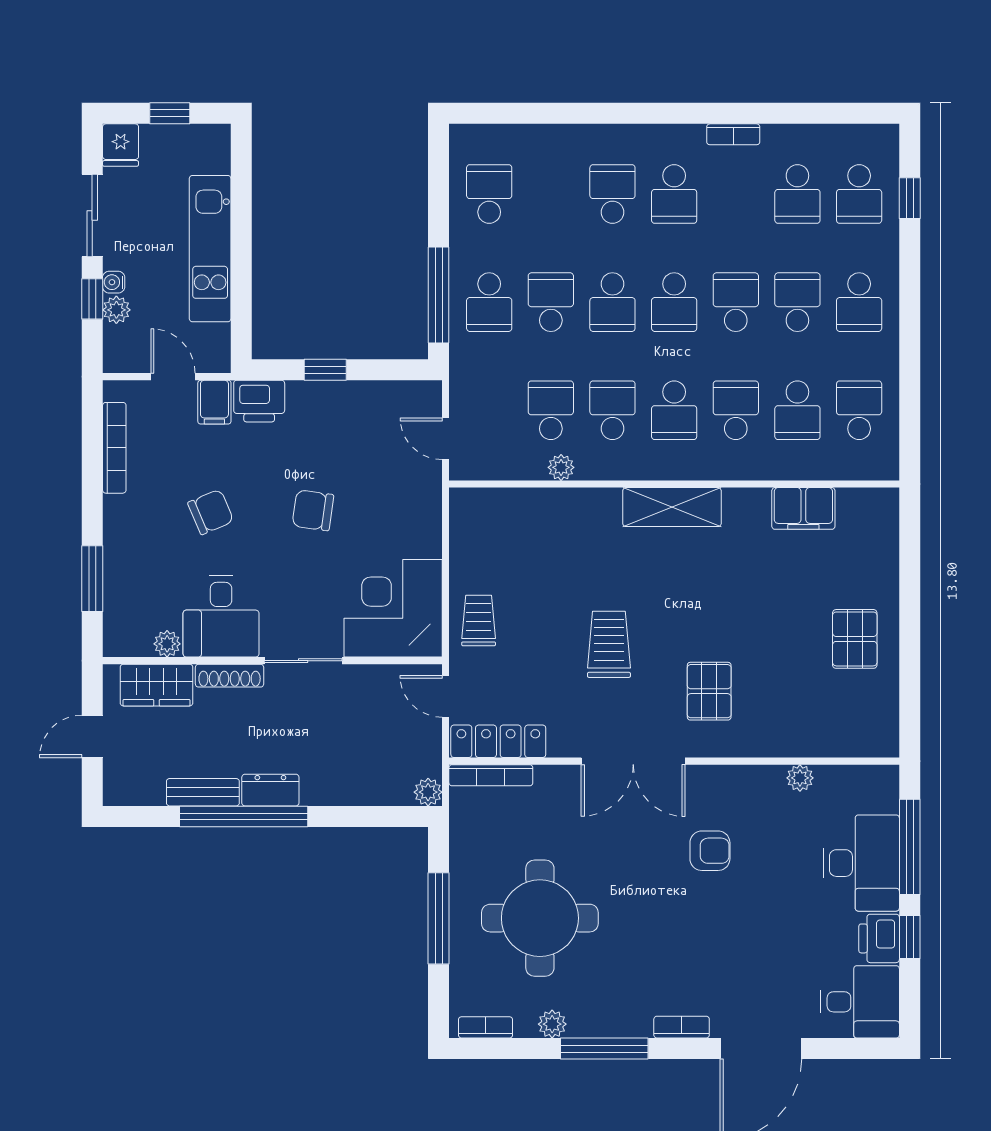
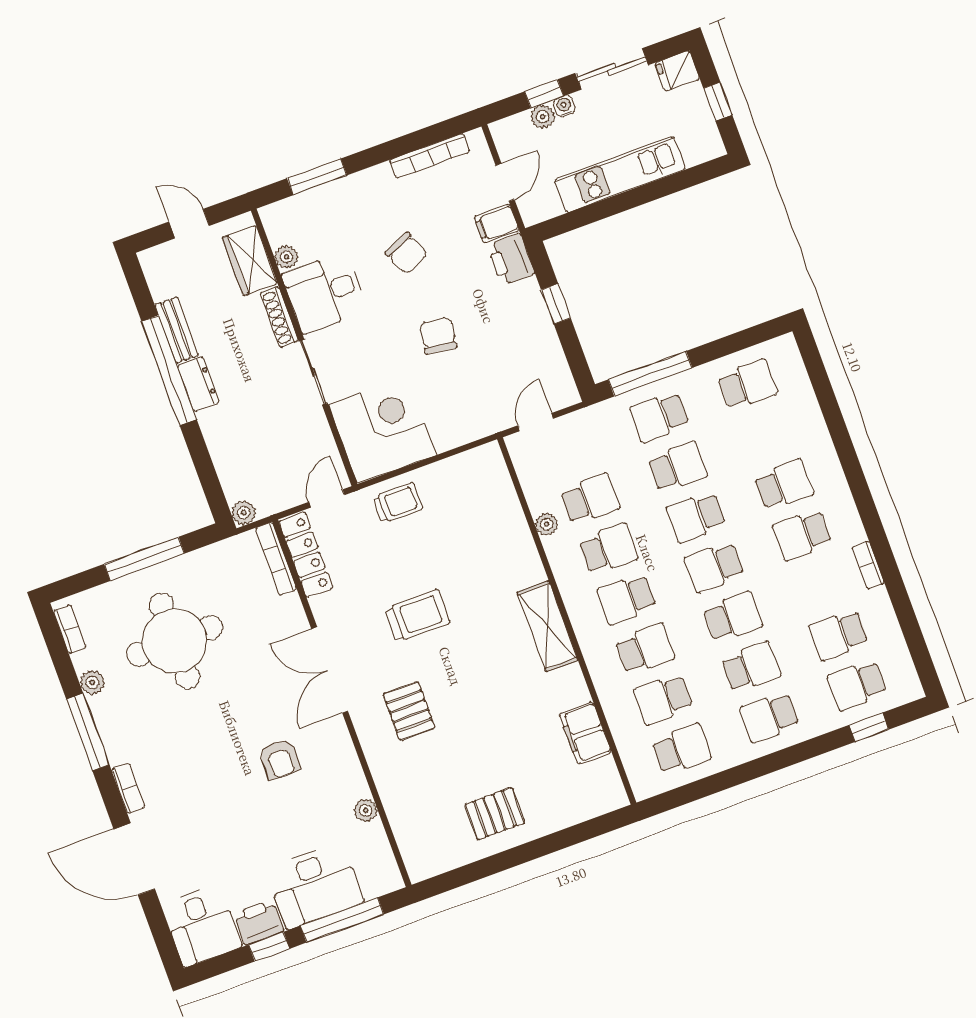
pallet: (709, 691) -> (409, 711), turned 90

